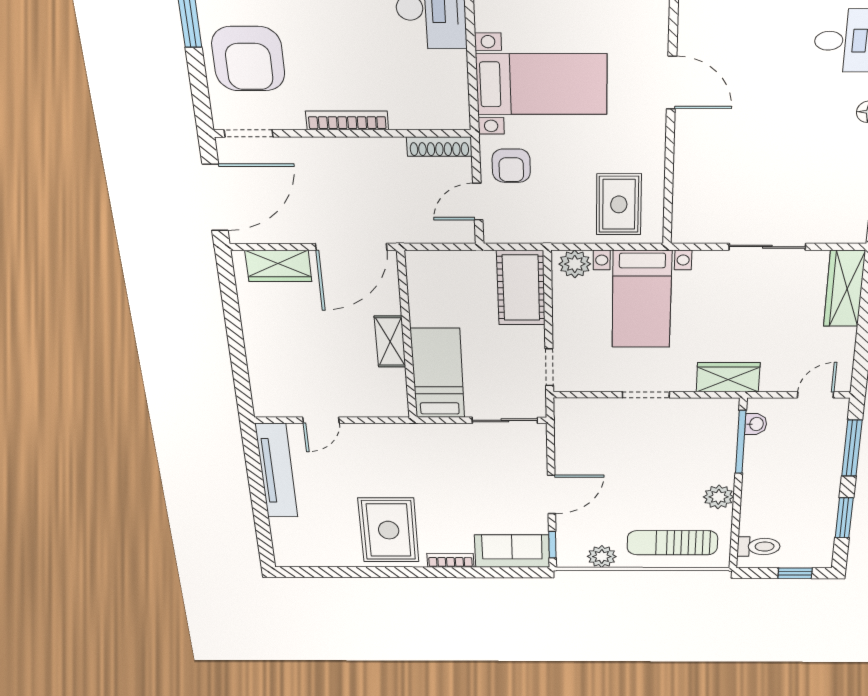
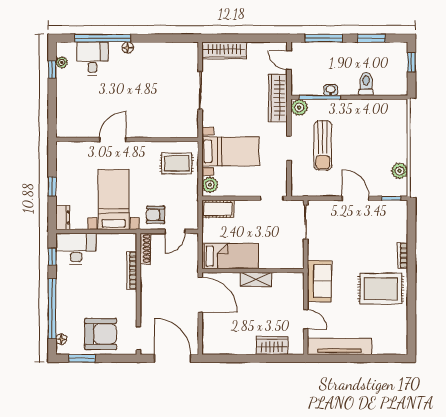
bookcase: (347, 120) -> (132, 270), moved
armchair: (511, 166) -> (156, 215), turned 180
door: (478, 202) -> (175, 231), hinge flipped
wardrobe: (278, 266) -> (272, 346), moved, turned -90
cot: (521, 288) -> (218, 209), width x0.73, depth x0.75
bed: (438, 373) -> (230, 256), moved, turned 180
wardrobe: (728, 377) -> (278, 98), width x1.50
washbasin: (756, 424) -> (331, 90), moved
plant: (719, 497) -> (299, 107), moved
sun lounger: (672, 543) -> (323, 146), moved
toilet: (759, 547) -> (366, 84), moved
sofa: (512, 551) -> (319, 281), moved, turned 180

